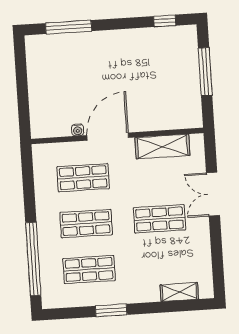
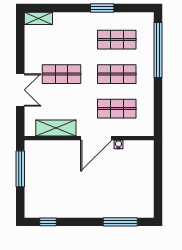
window: (205, 72) -> (20, 169), moved
shelving: (179, 292) -> (38, 18), moved

